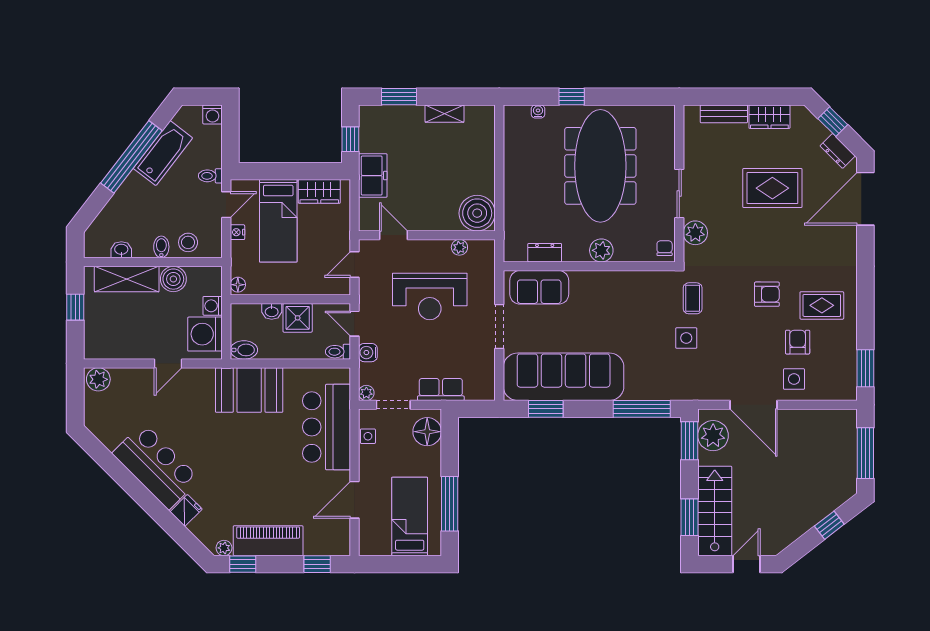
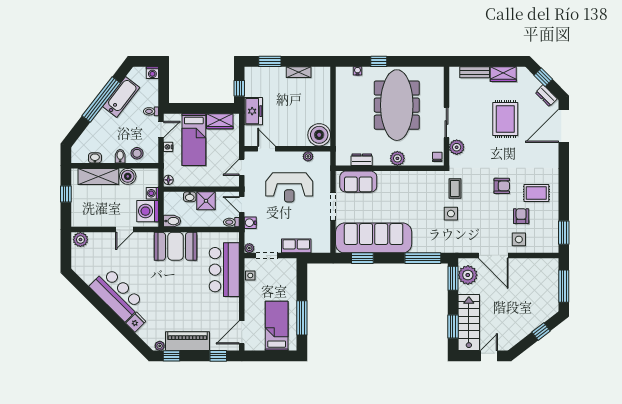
rug: (772, 188) -> (505, 119), turned 90
floor lamp: (427, 432) -> (288, 273), removed
door: (354, 500) -> (242, 332), moved

